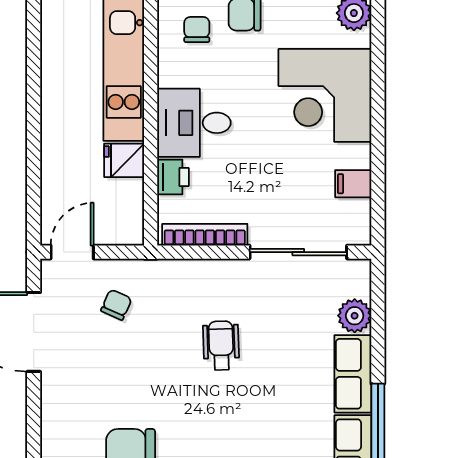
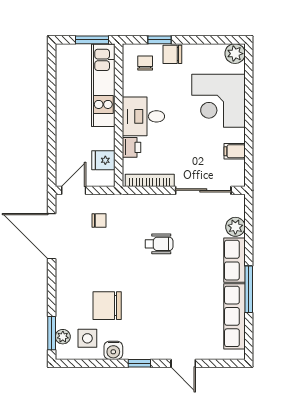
fridge: (124, 160) -> (103, 160), moved
chair: (116, 305) -> (99, 221), turned 66
wheelchair: (221, 346) -> (159, 244), turned 92

